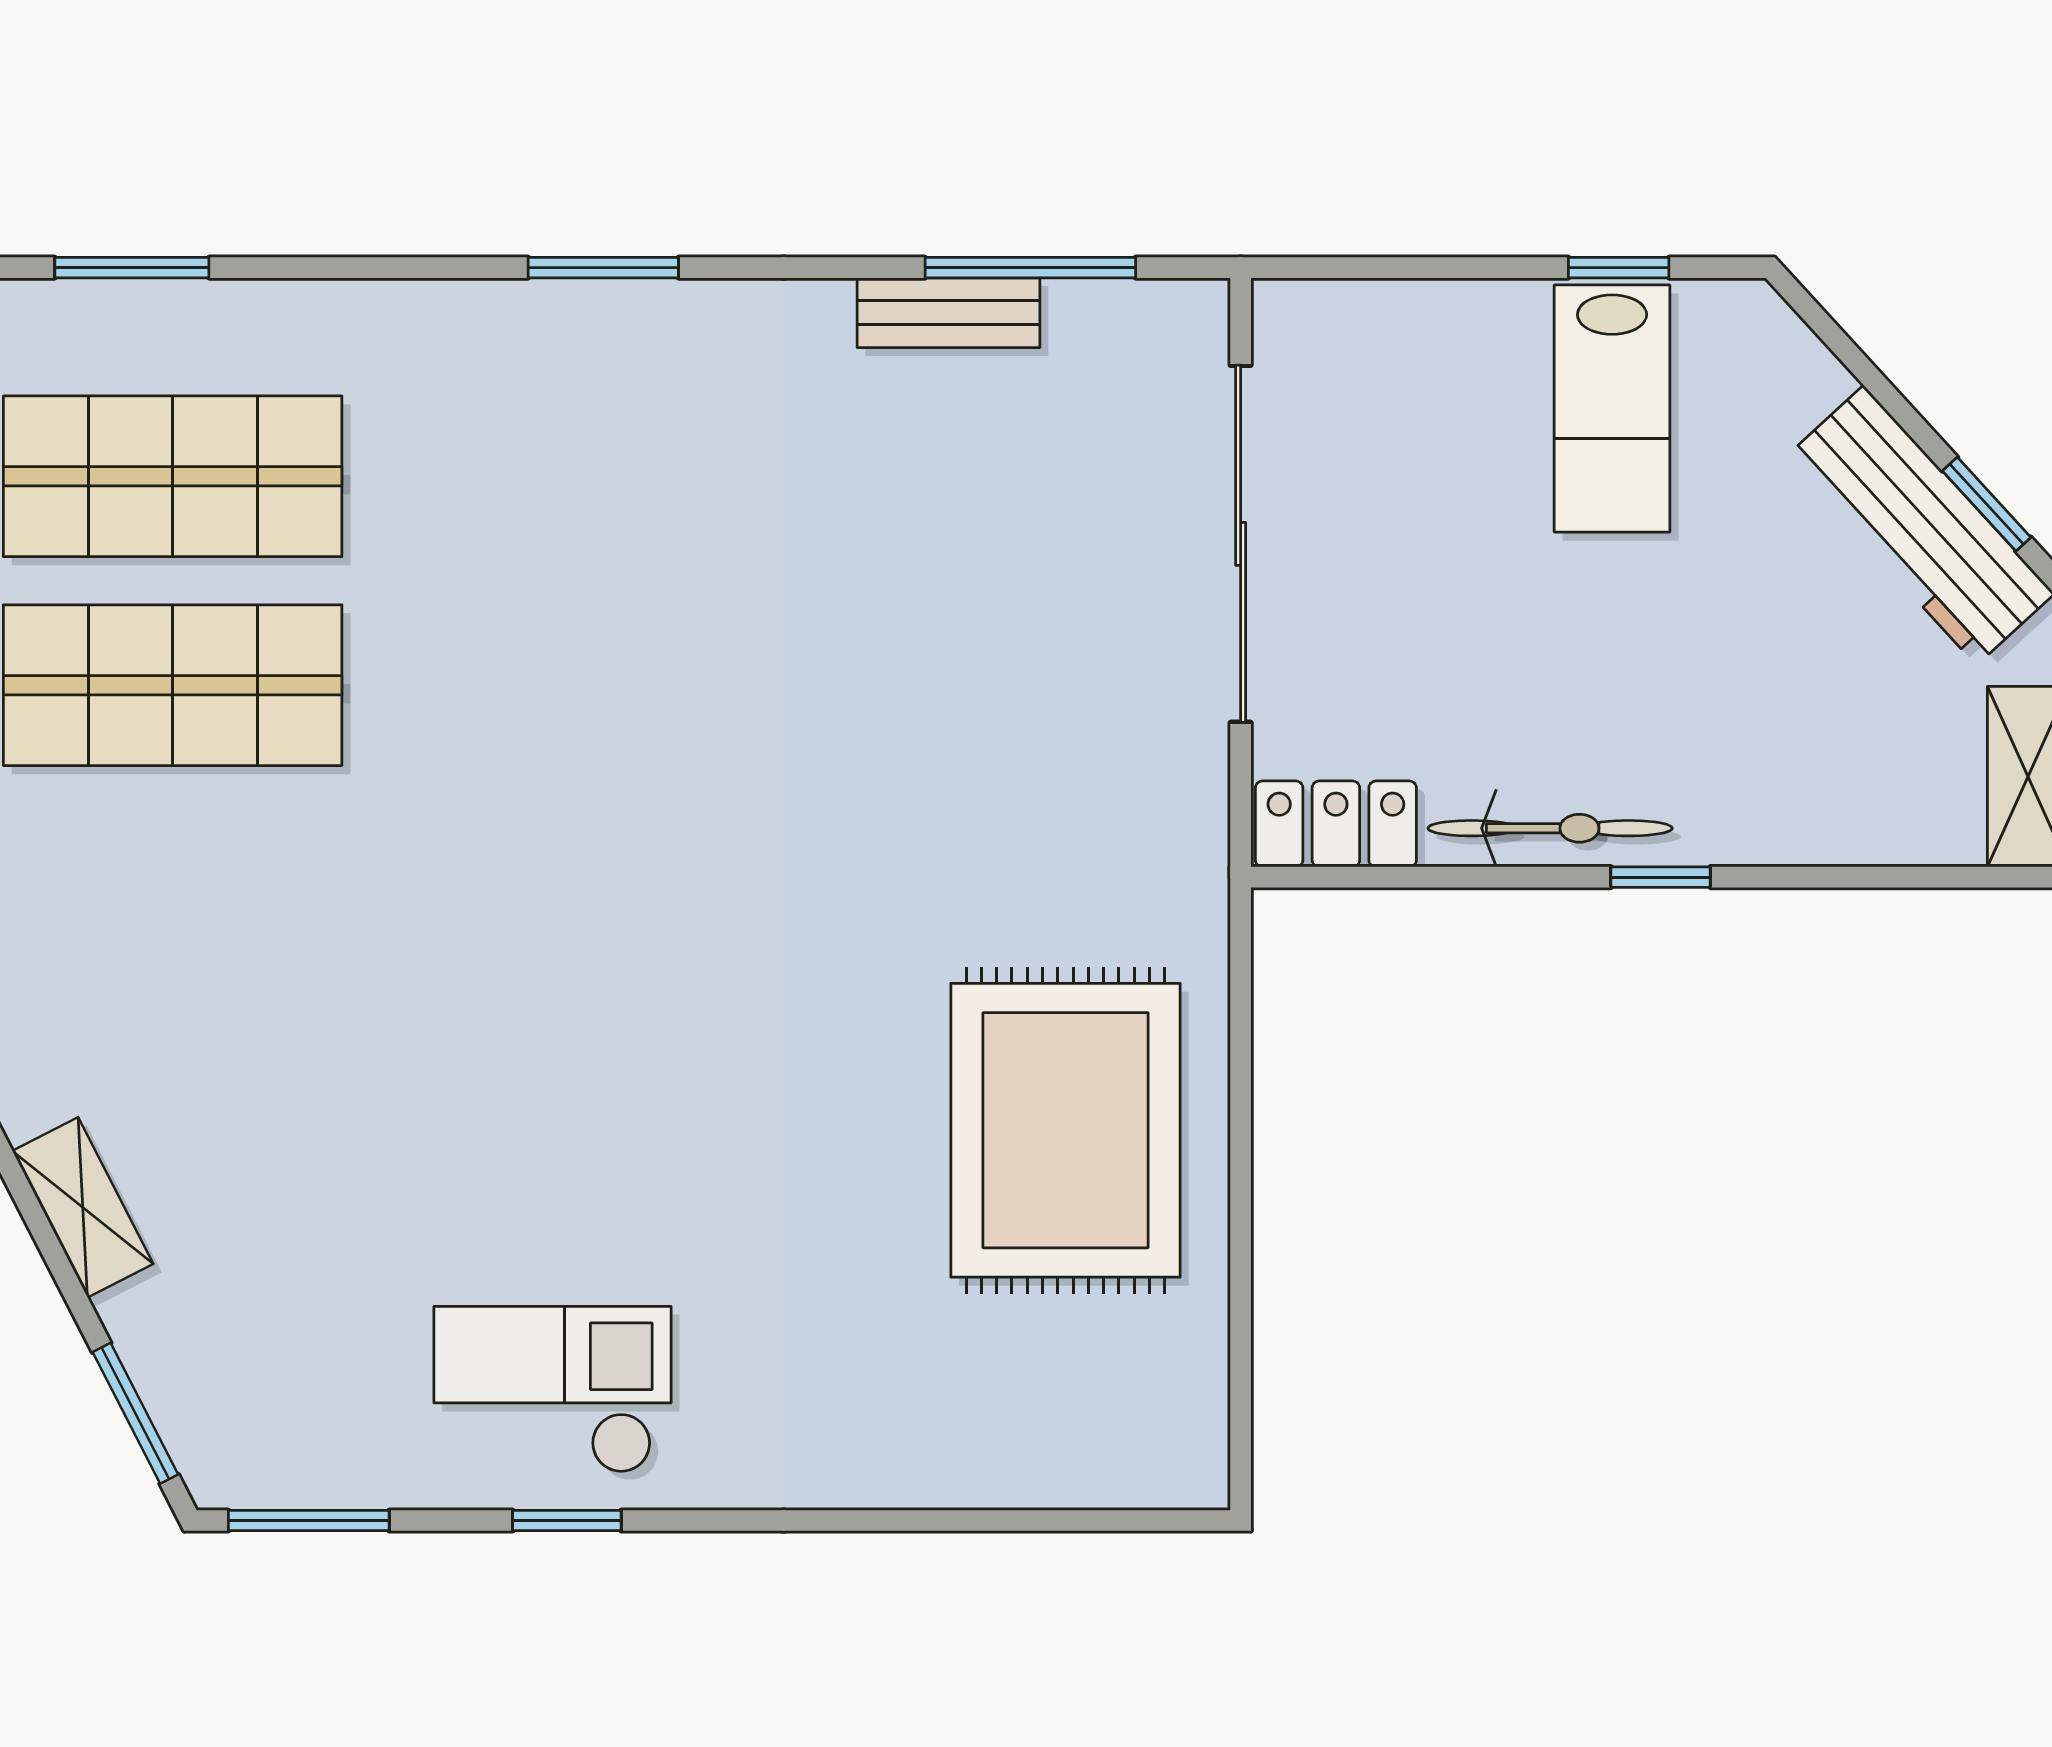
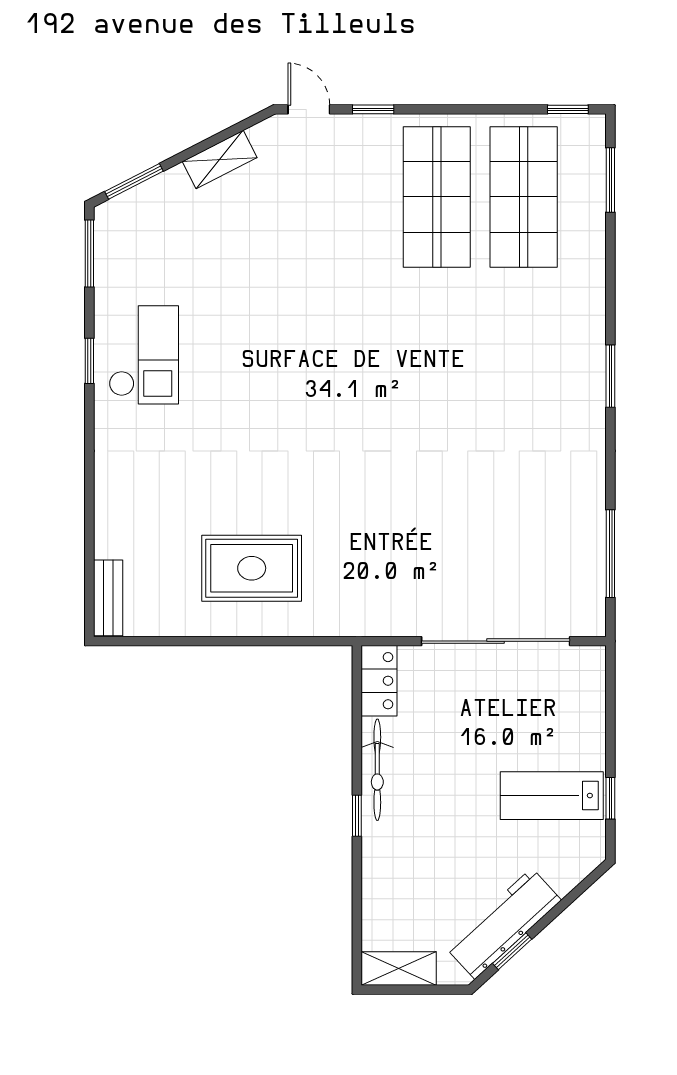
bench: (948, 313) -> (108, 598), moved
rug: (1065, 1130) -> (252, 568), width x0.73, depth x0.69

